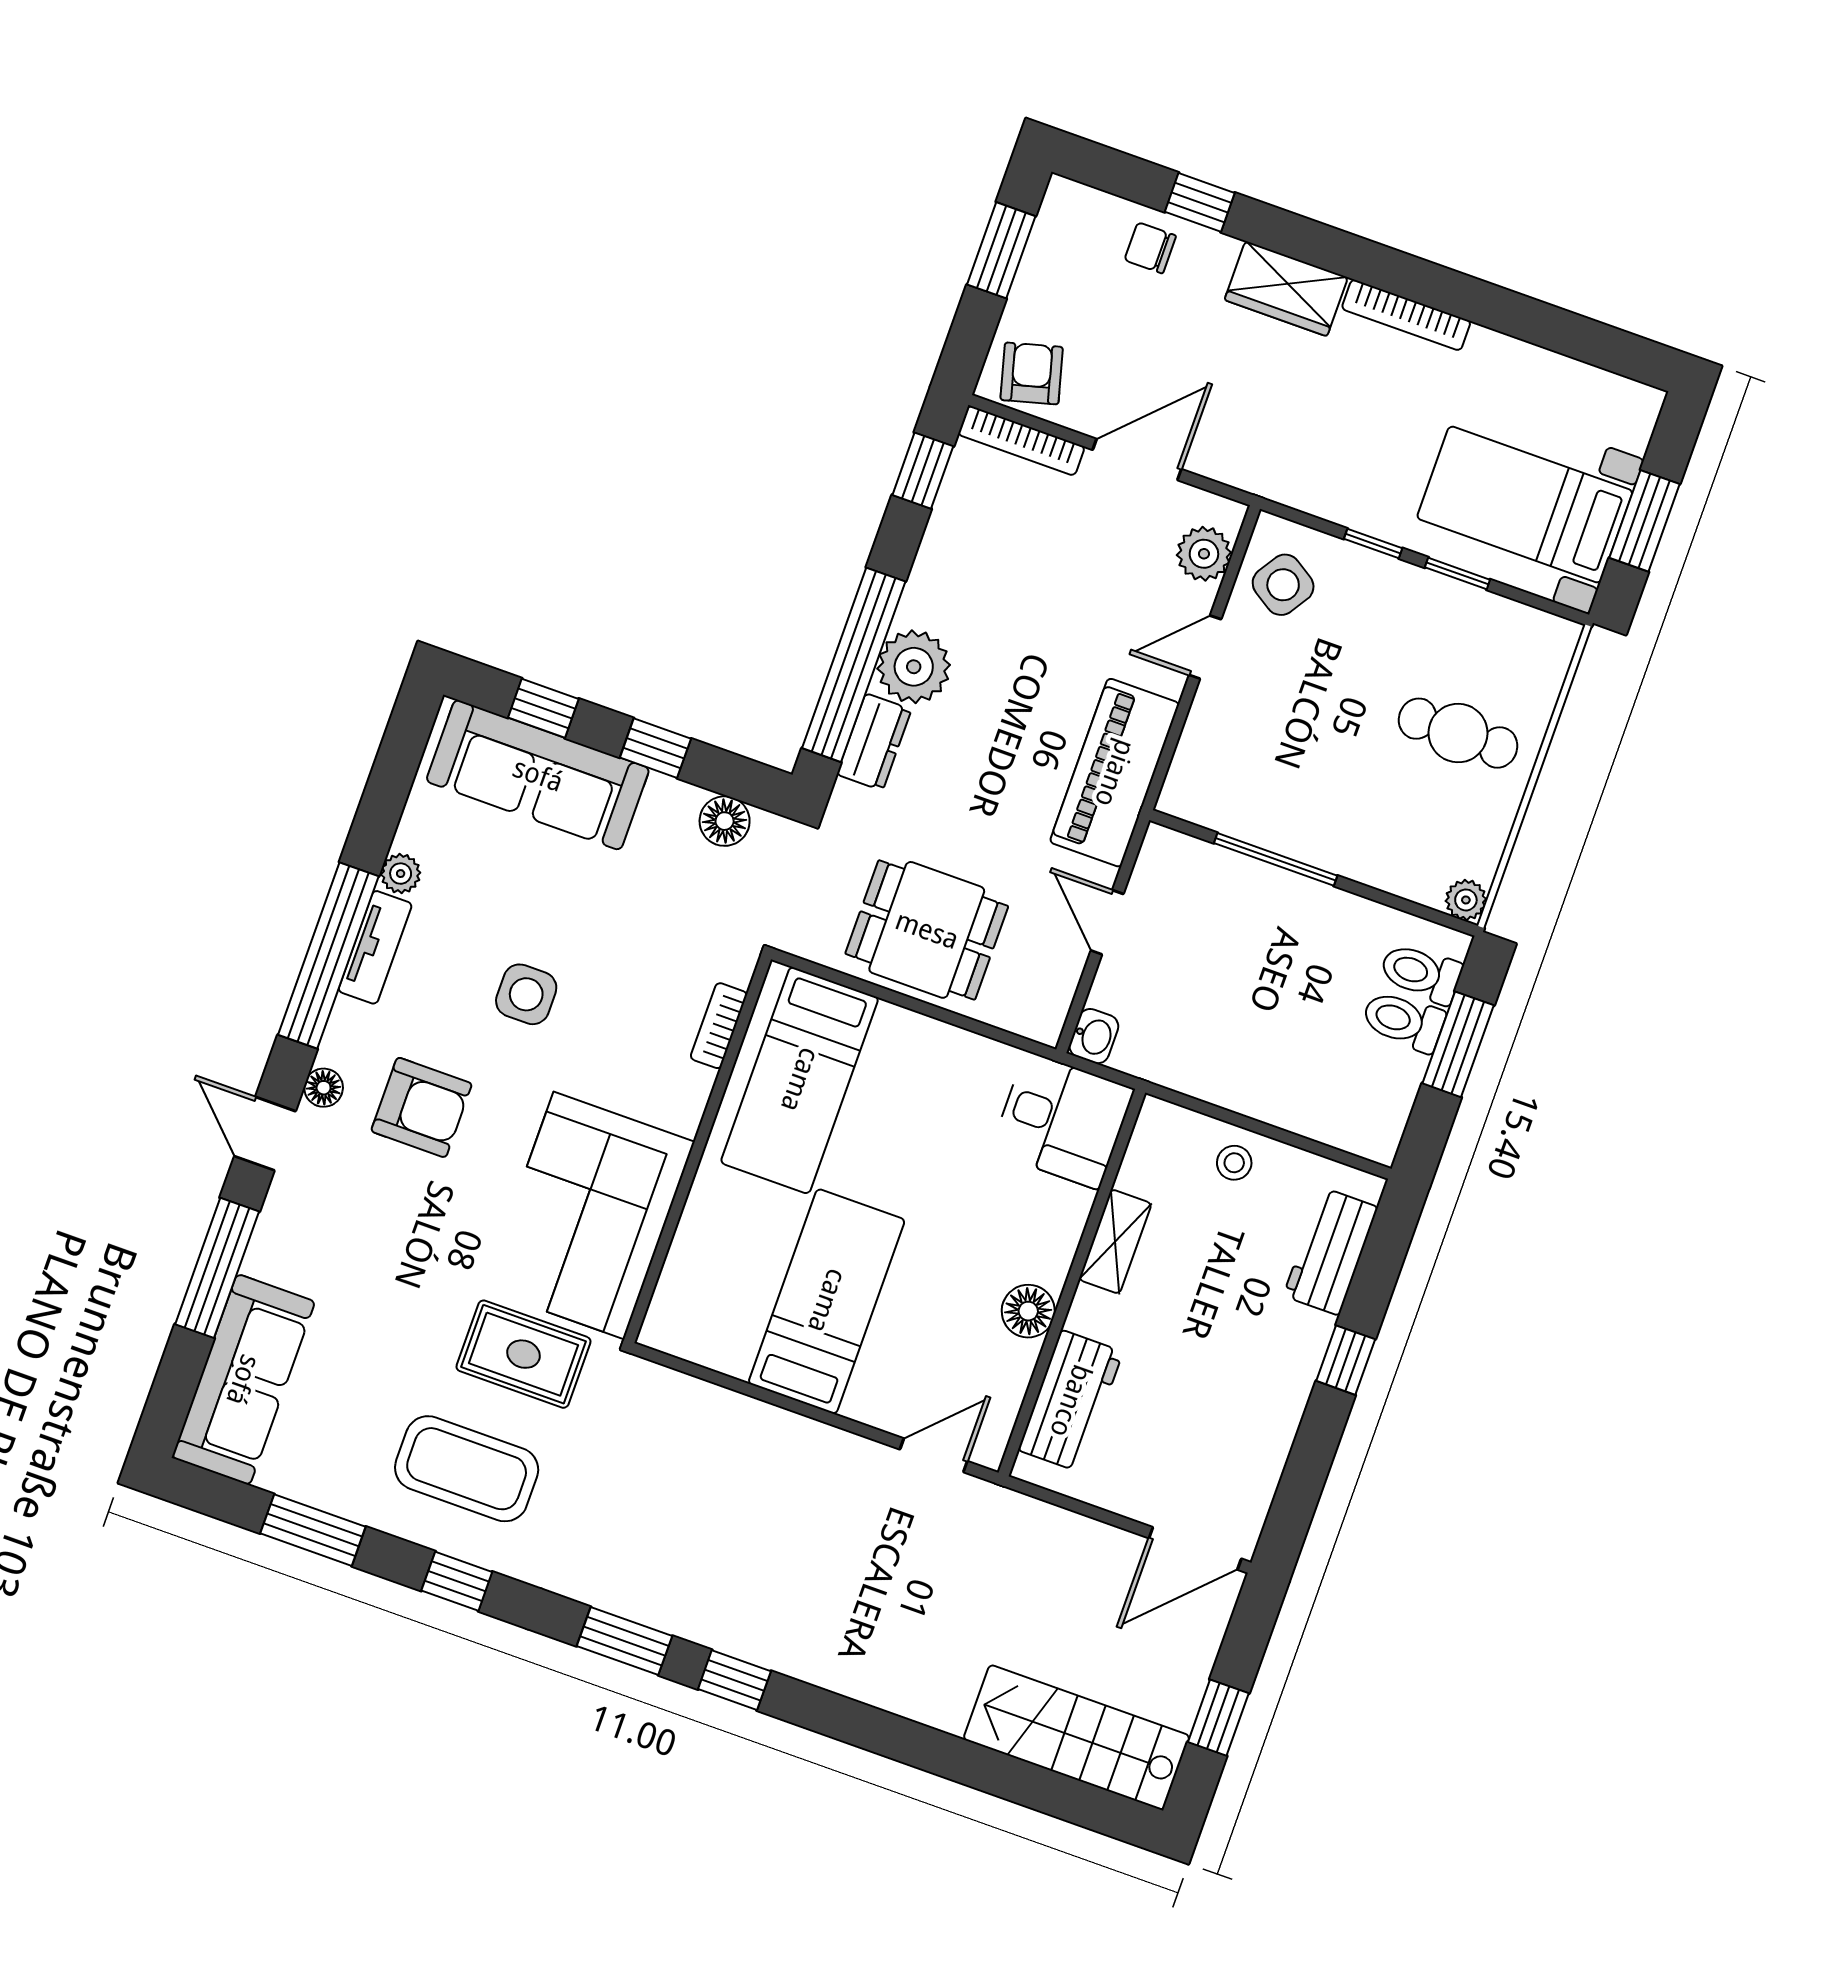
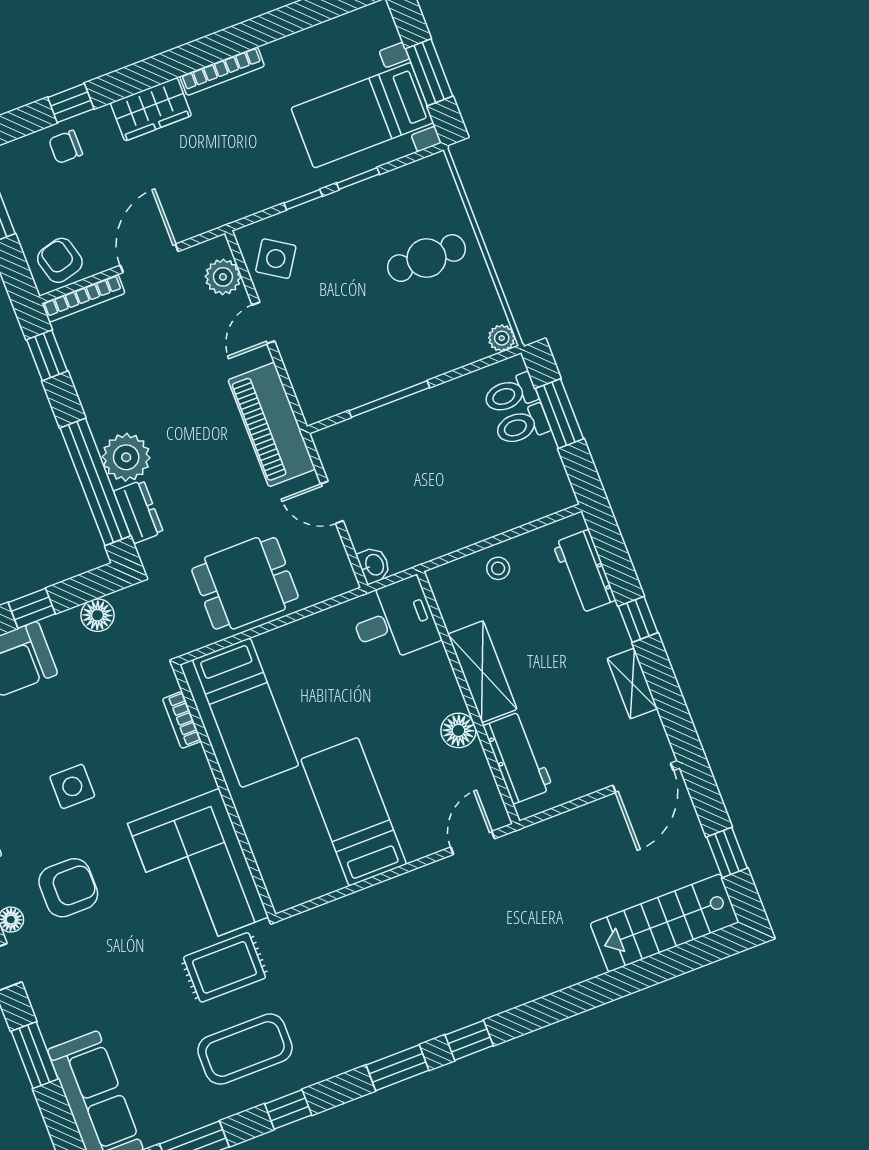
shelving: (1115, 1242) -> (482, 672), width x1.50, depth x1.33
window: (217, 1268) -> (35, 1055), width x0.69
shelving: (1276, 1428) -> (632, 684), added

